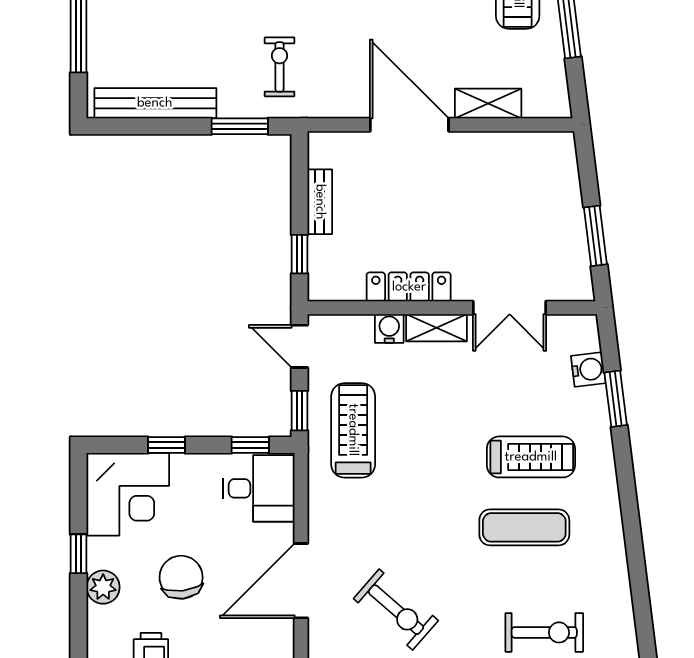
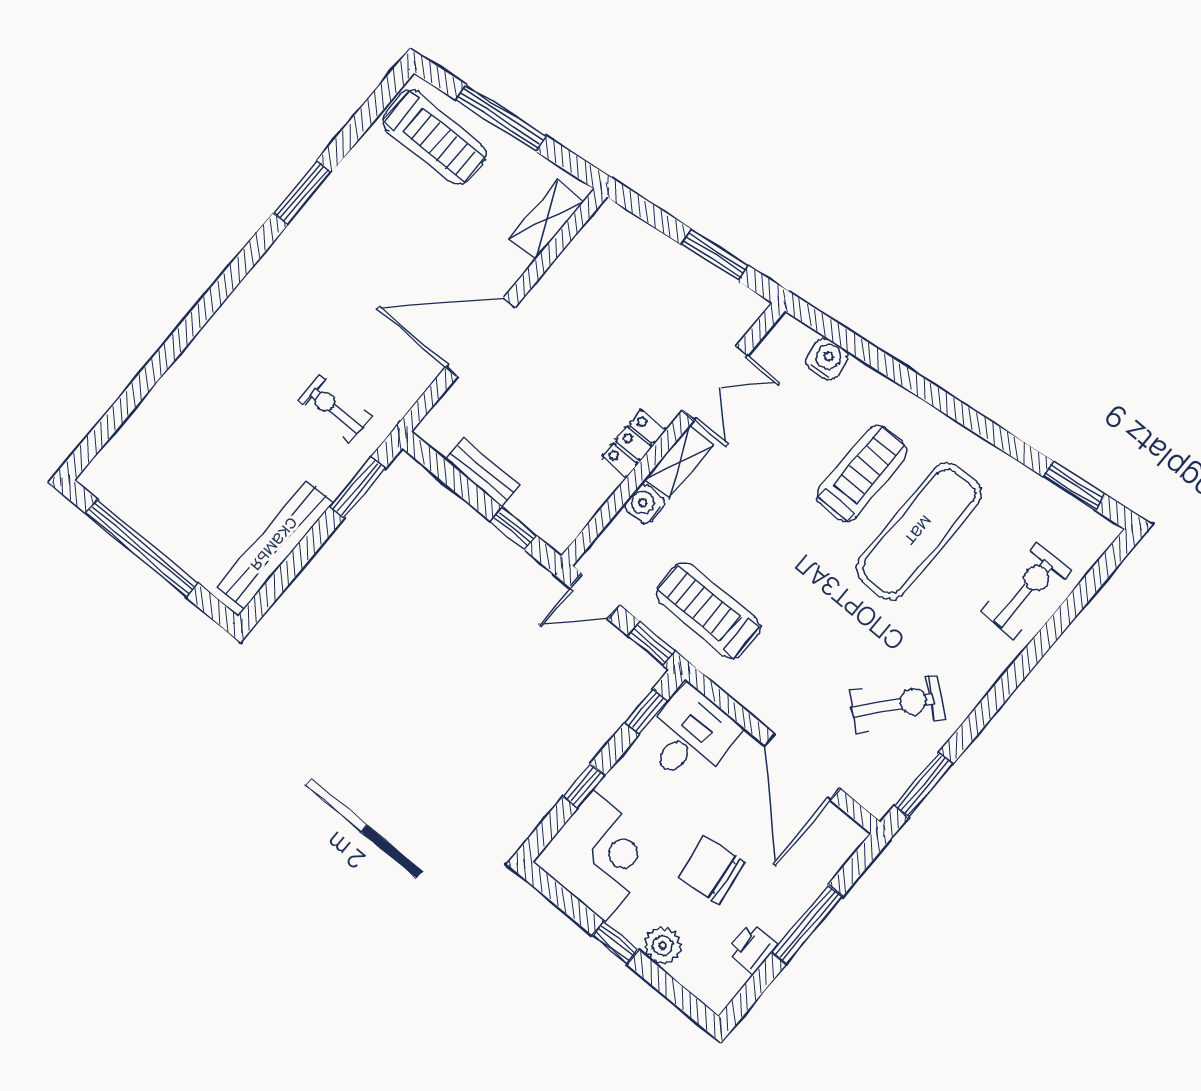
shelving: (488, 104) -> (546, 220), moved
locker: (409, 287) -> (634, 443), width x0.66
window: (616, 399) -> (1074, 486), moved
exercise mat: (524, 527) -> (919, 531), width x1.36, depth x1.45

